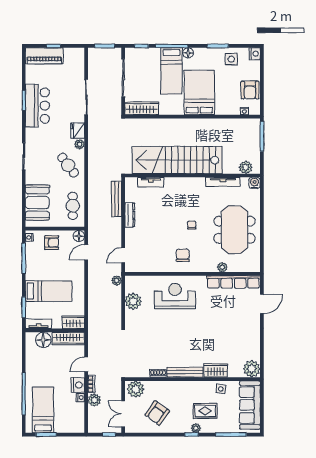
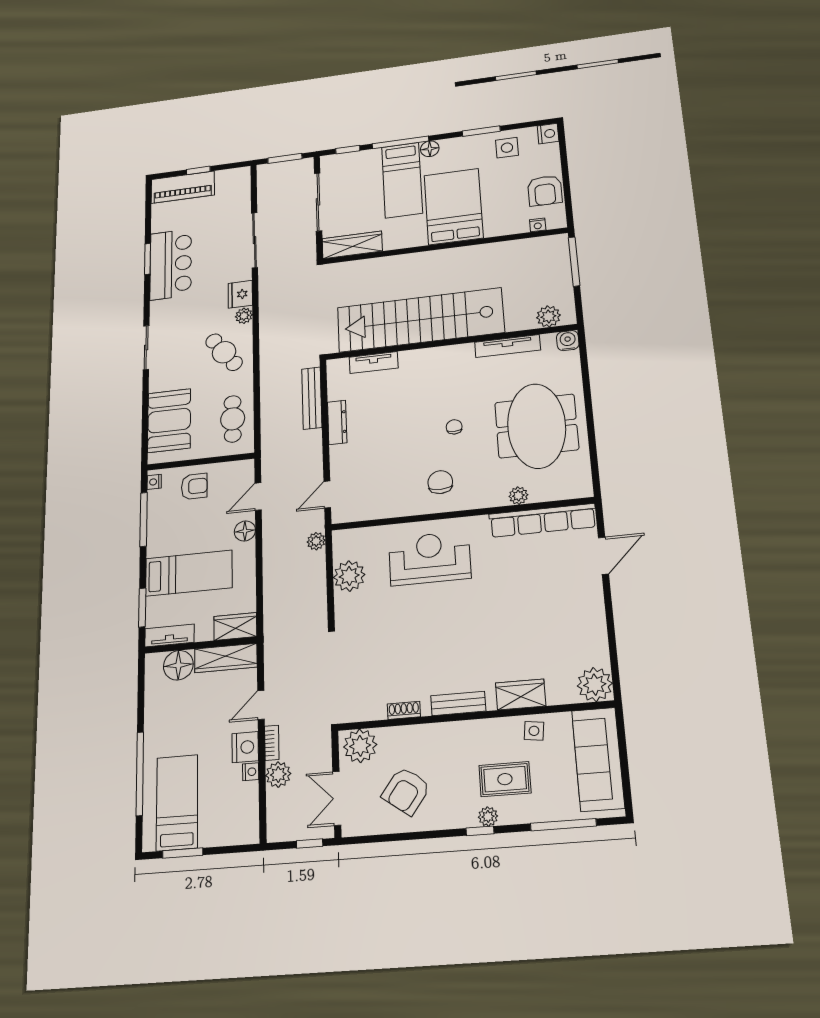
floor lamp: (79, 236) -> (245, 531), moved
bench: (185, 372) -> (458, 703), width x0.73

